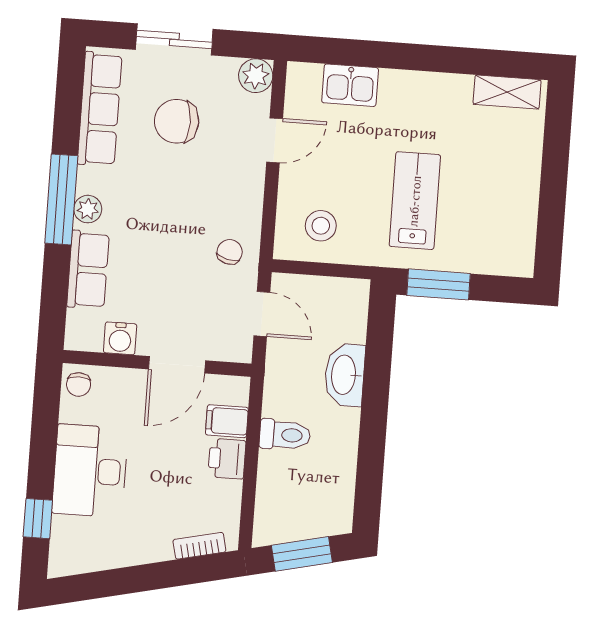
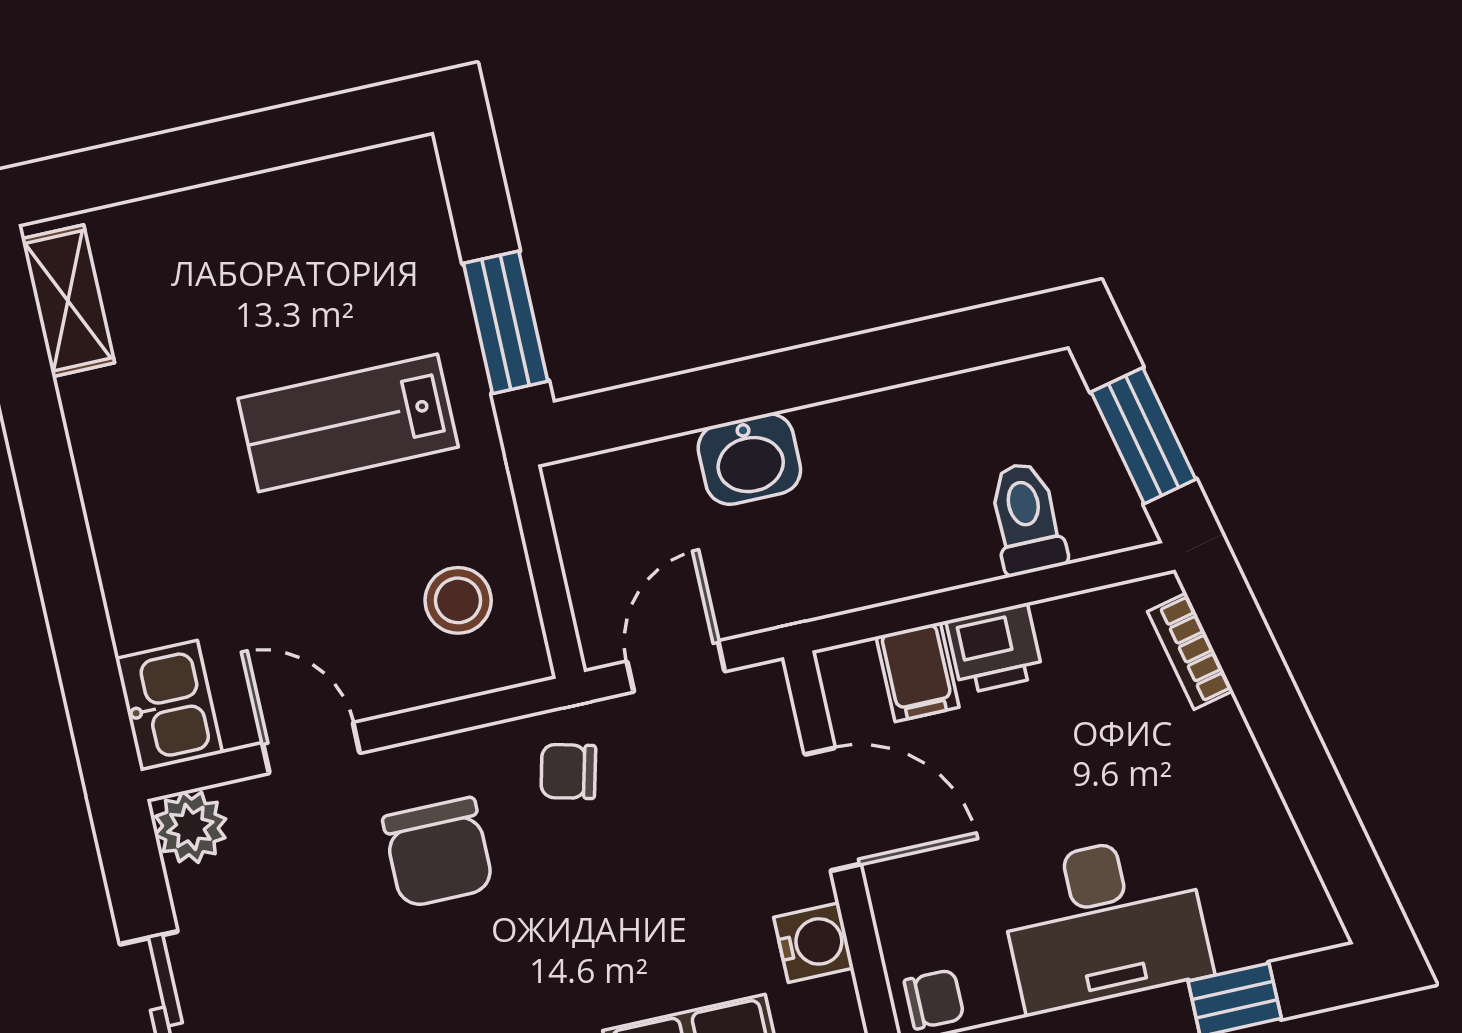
kitchen sink: (350, 85) -> (169, 706), moved
chair: (177, 121) -> (438, 853), moved
washbasin: (345, 375) -> (749, 459), width x0.72
toilet: (285, 435) -> (1026, 518), moved

